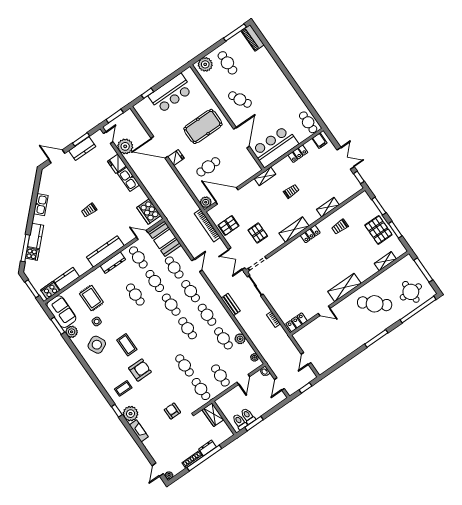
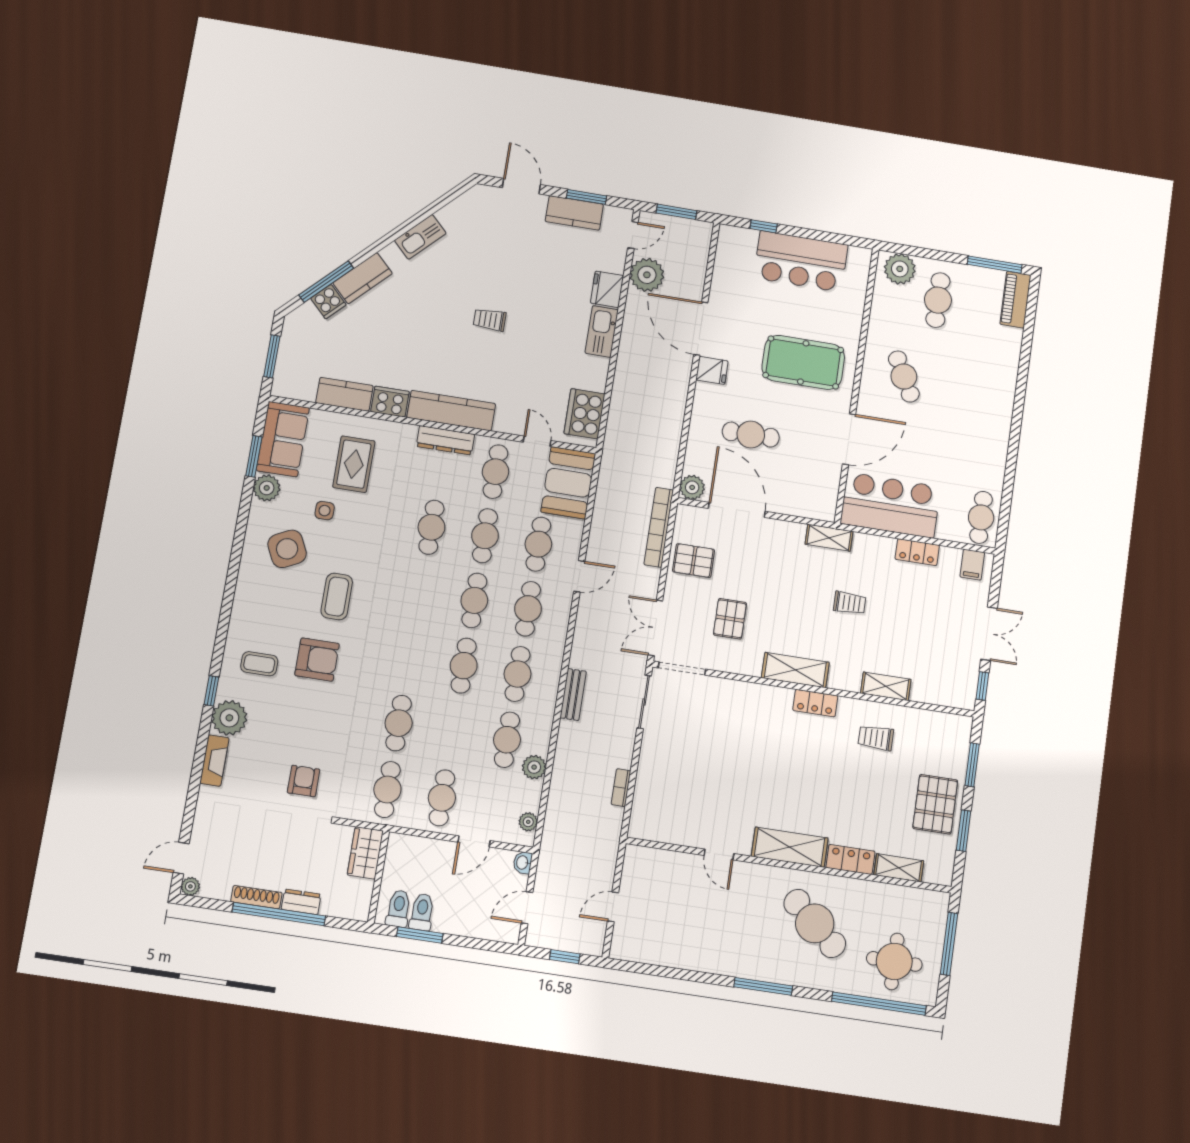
cooker: (50, 290) -> (390, 402), moved
locker: (297, 322) -> (850, 859), moved

